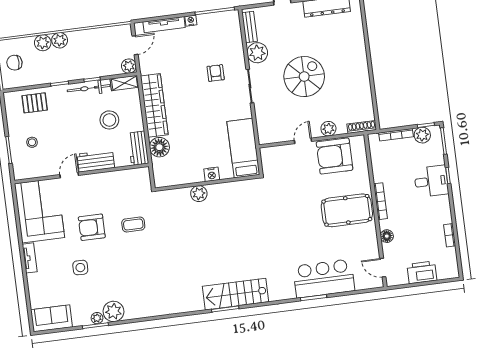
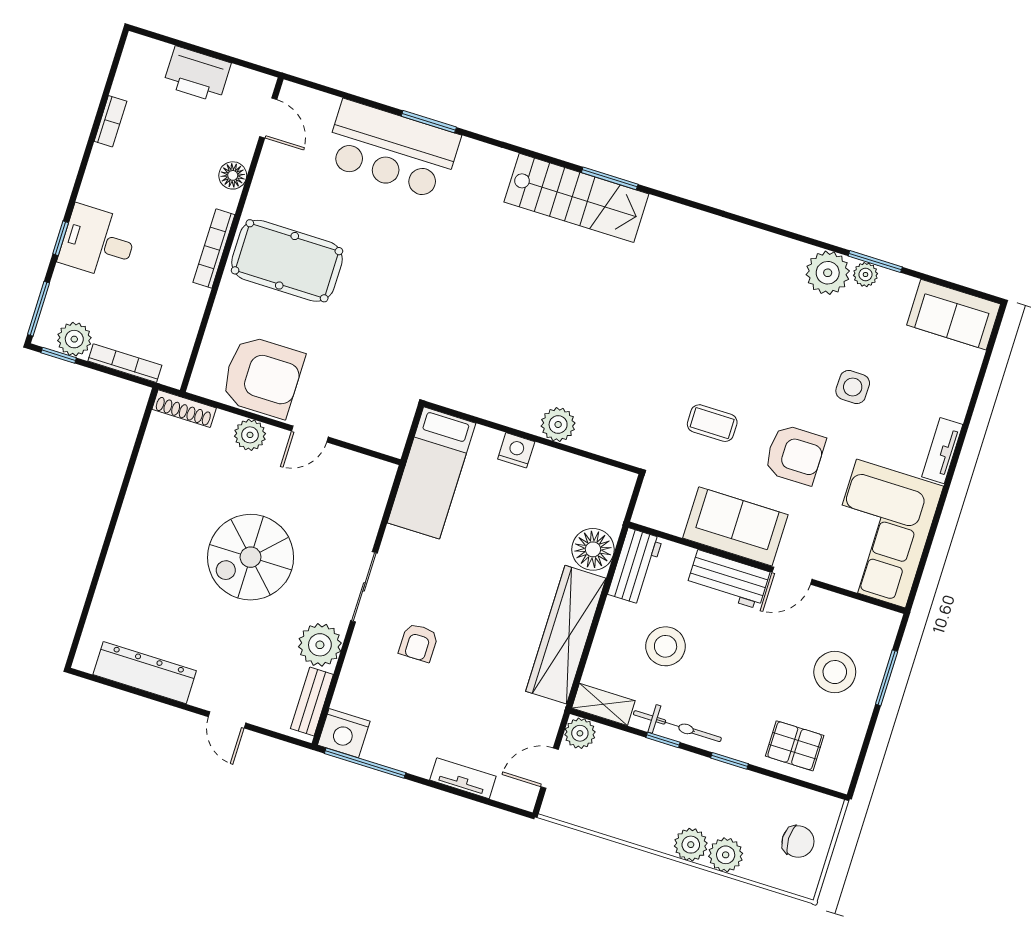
nightstand: (191, 21) -> (344, 733), moved, width x1.89, depth x1.79
tv unit: (164, 25) -> (463, 778), width x0.71
stool: (32, 142) -> (835, 672), width x1.89, depth x1.89
sofa: (103, 185) -> (735, 526), added

